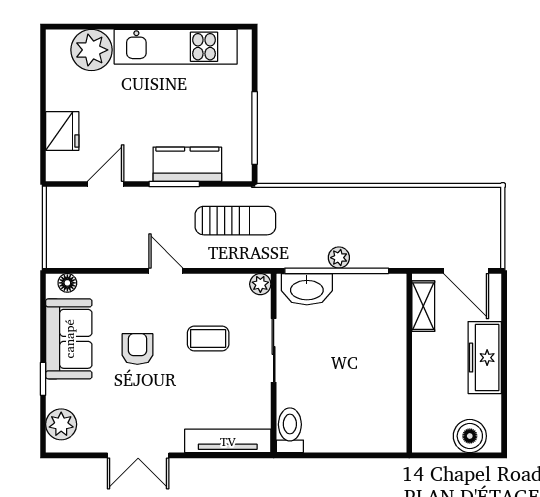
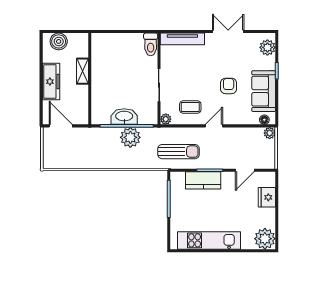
plant: (92, 50) -> (265, 239), moved
sun lounger: (235, 221) -> (178, 152), turned 180
plant: (57, 257) -> (270, 133), added
plant: (339, 258) -> (130, 137), width x1.88, depth x1.88
door: (166, 271) -> (214, 126), swing flipped
washbasin: (307, 289) -> (124, 117), moved
shelving: (423, 306) -> (82, 71), moved
coffee table: (208, 338) -> (190, 107), moved
armchair: (137, 349) -> (229, 86), turned 180

